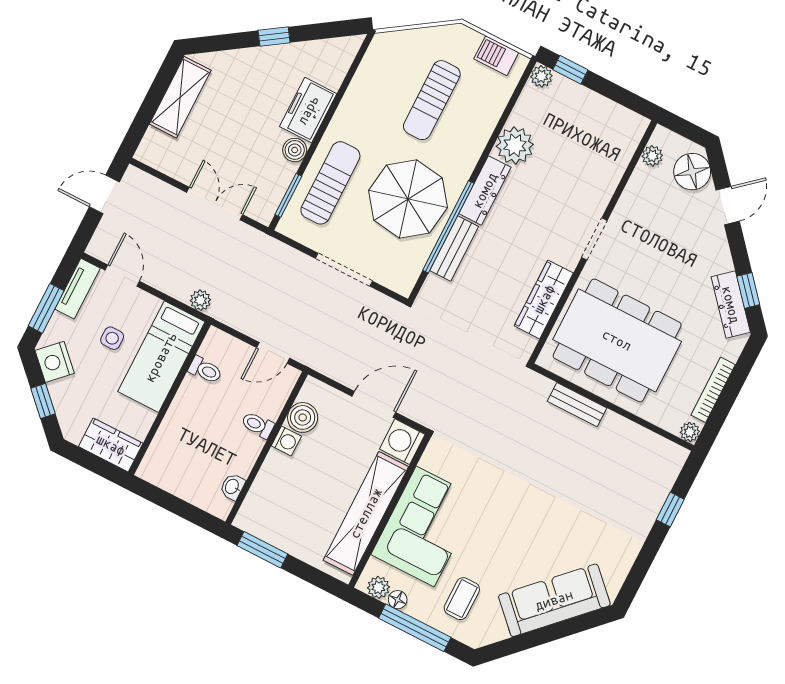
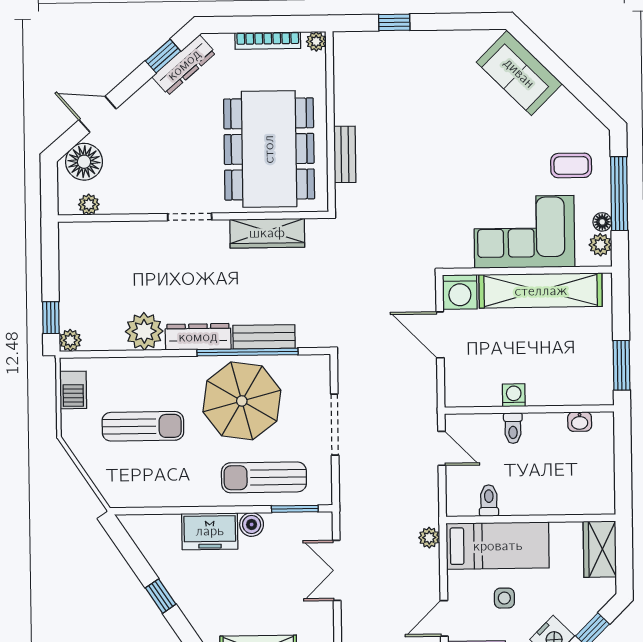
boiler: (303, 417) -> (485, 392), removed
sofa: (554, 600) -> (519, 73), width x0.73

